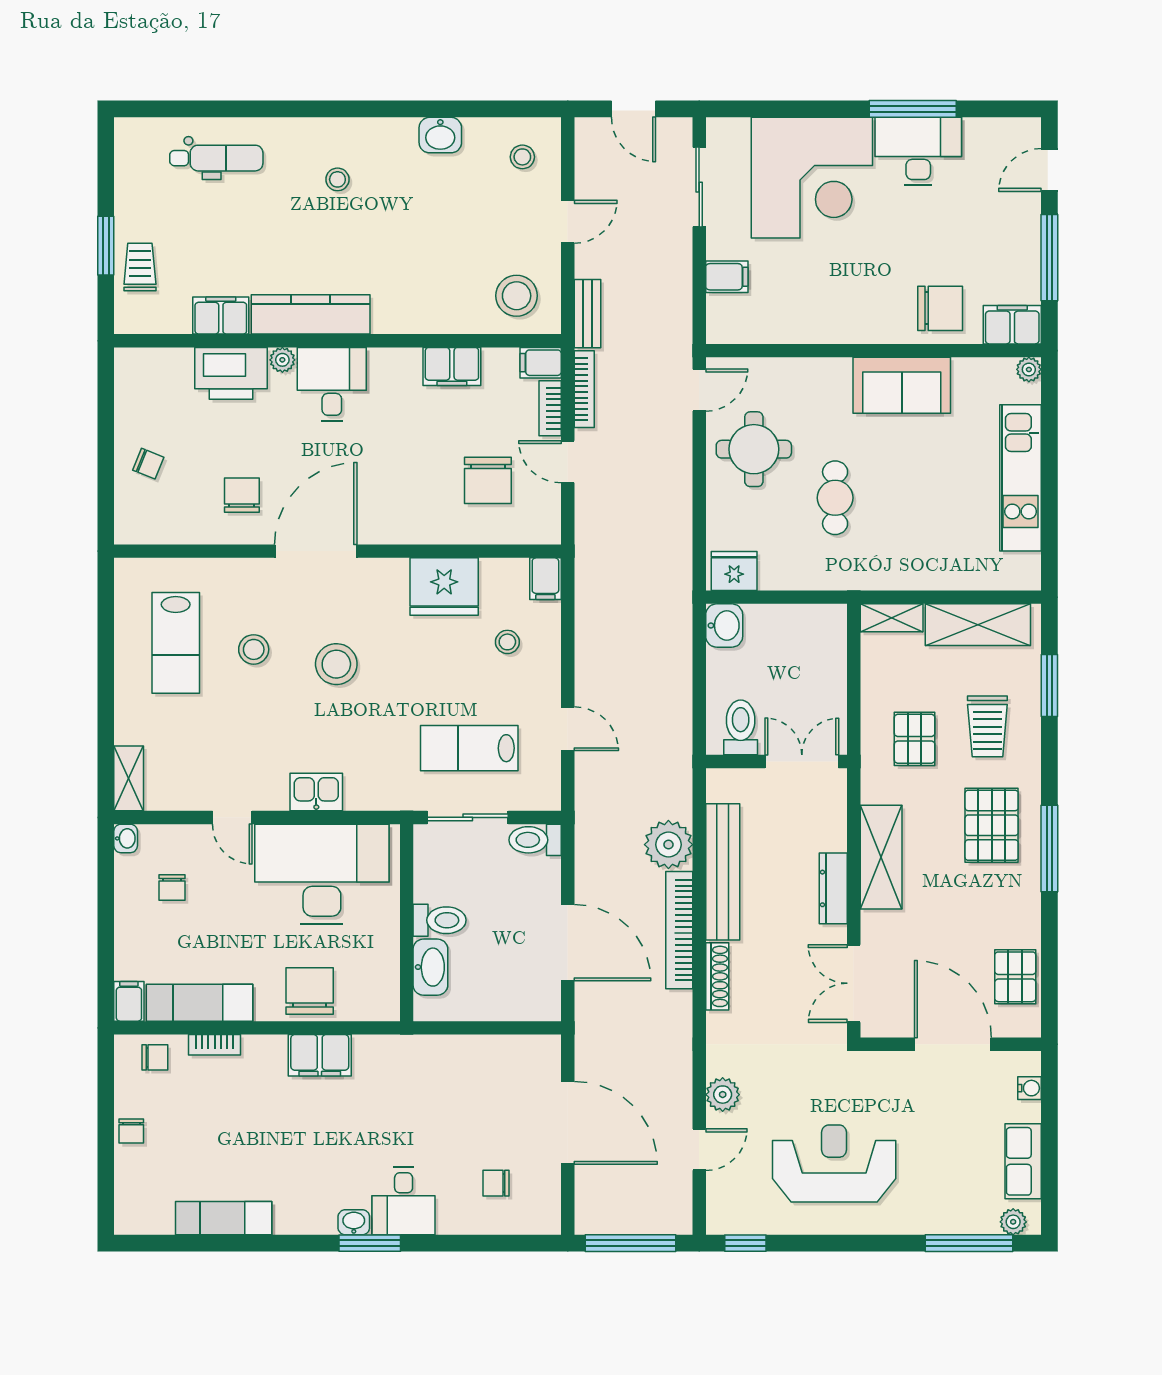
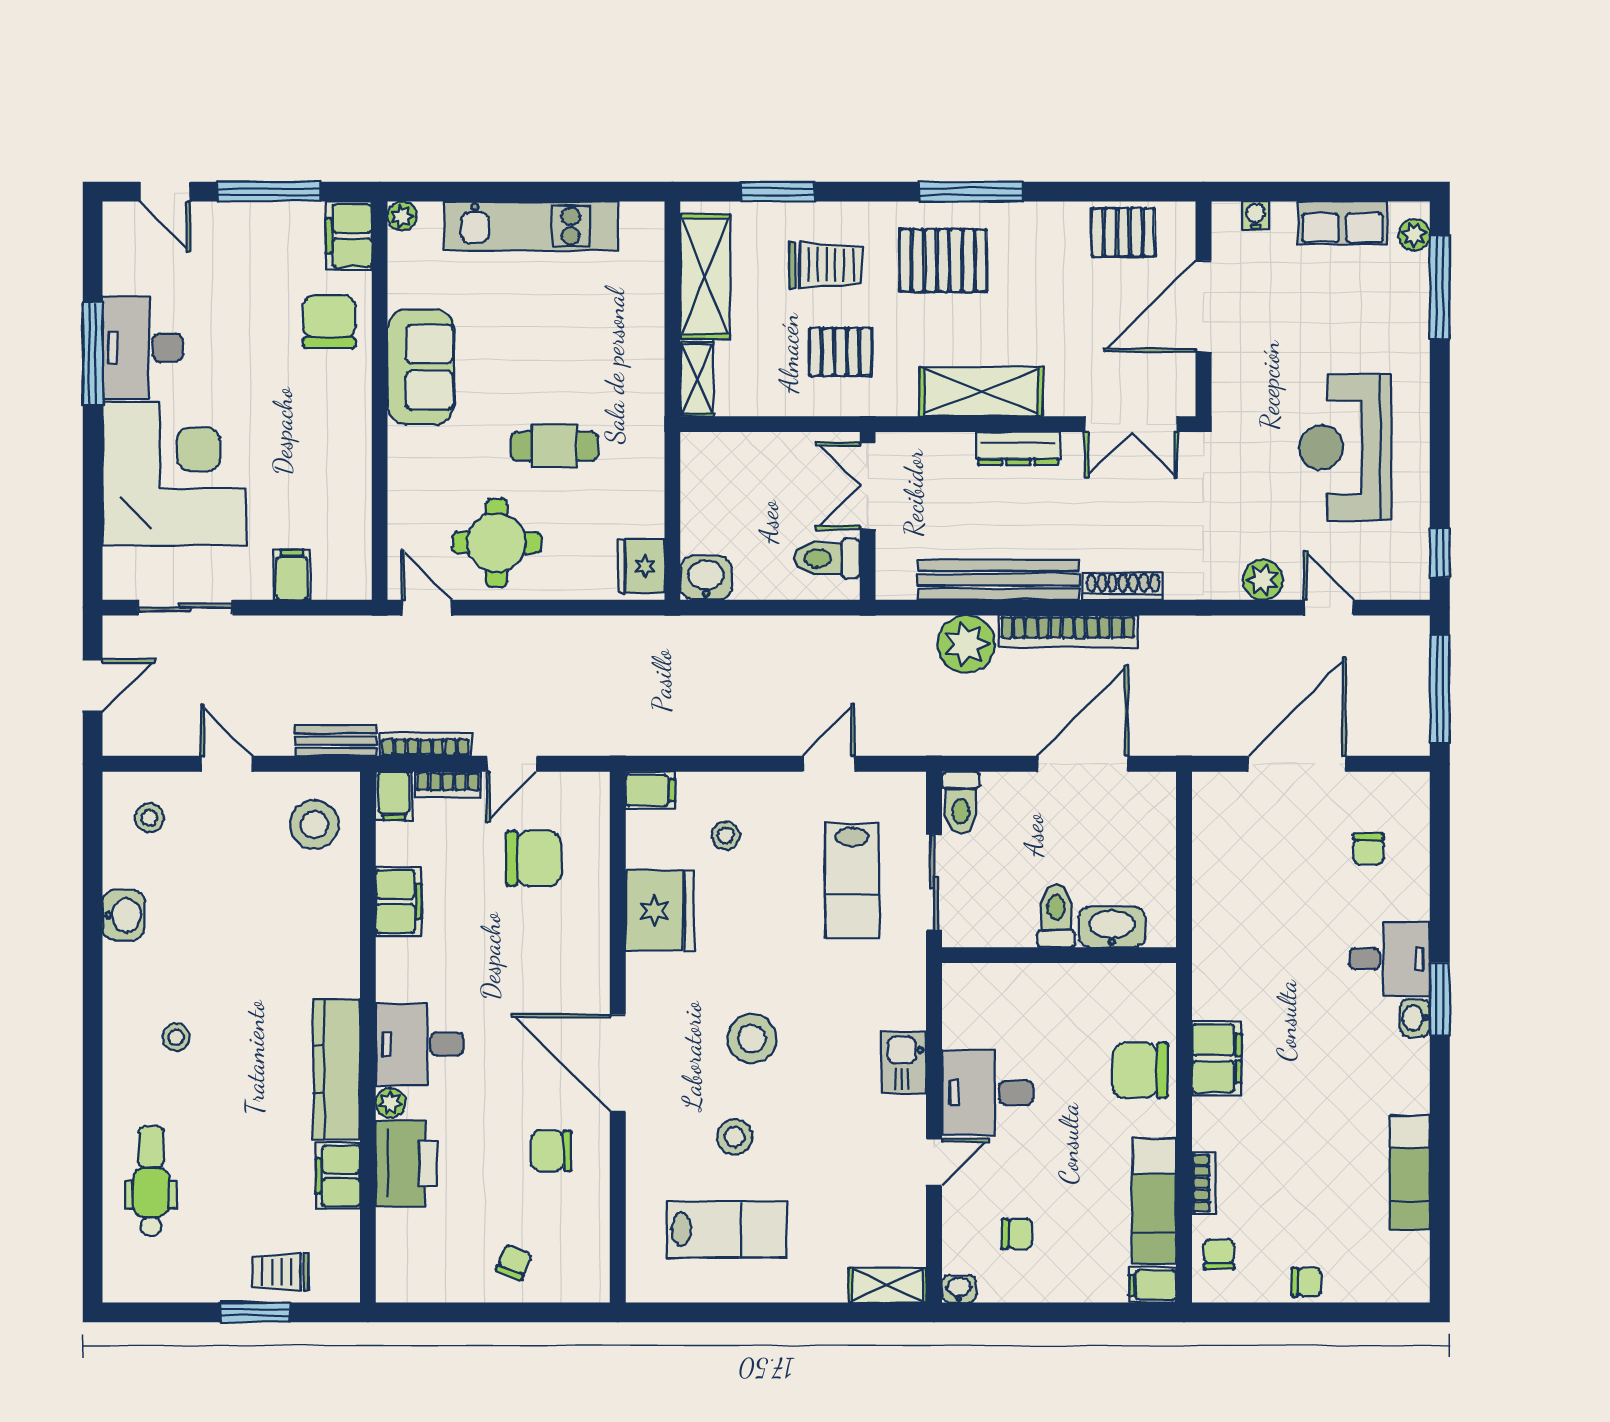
desk: (322, 874) -> (988, 1093), width x0.53, depth x0.77

